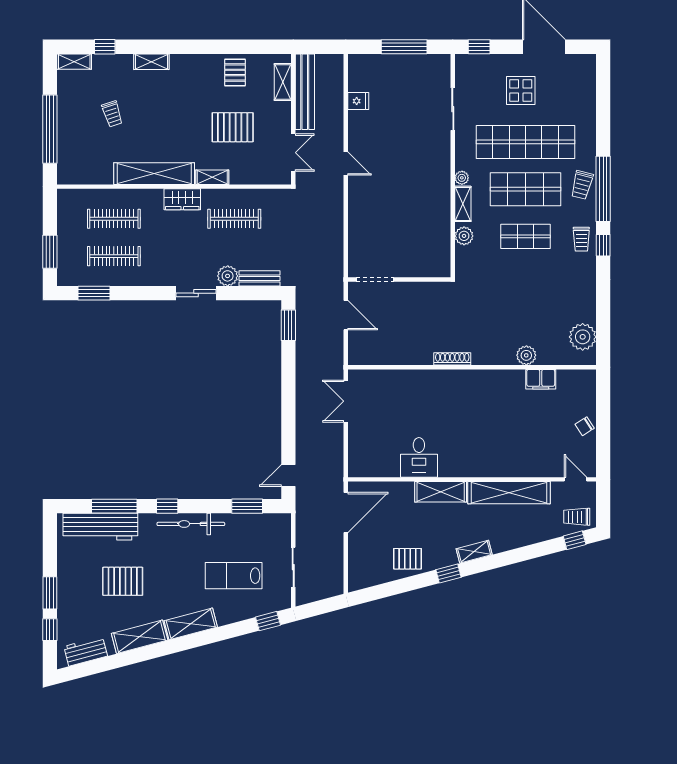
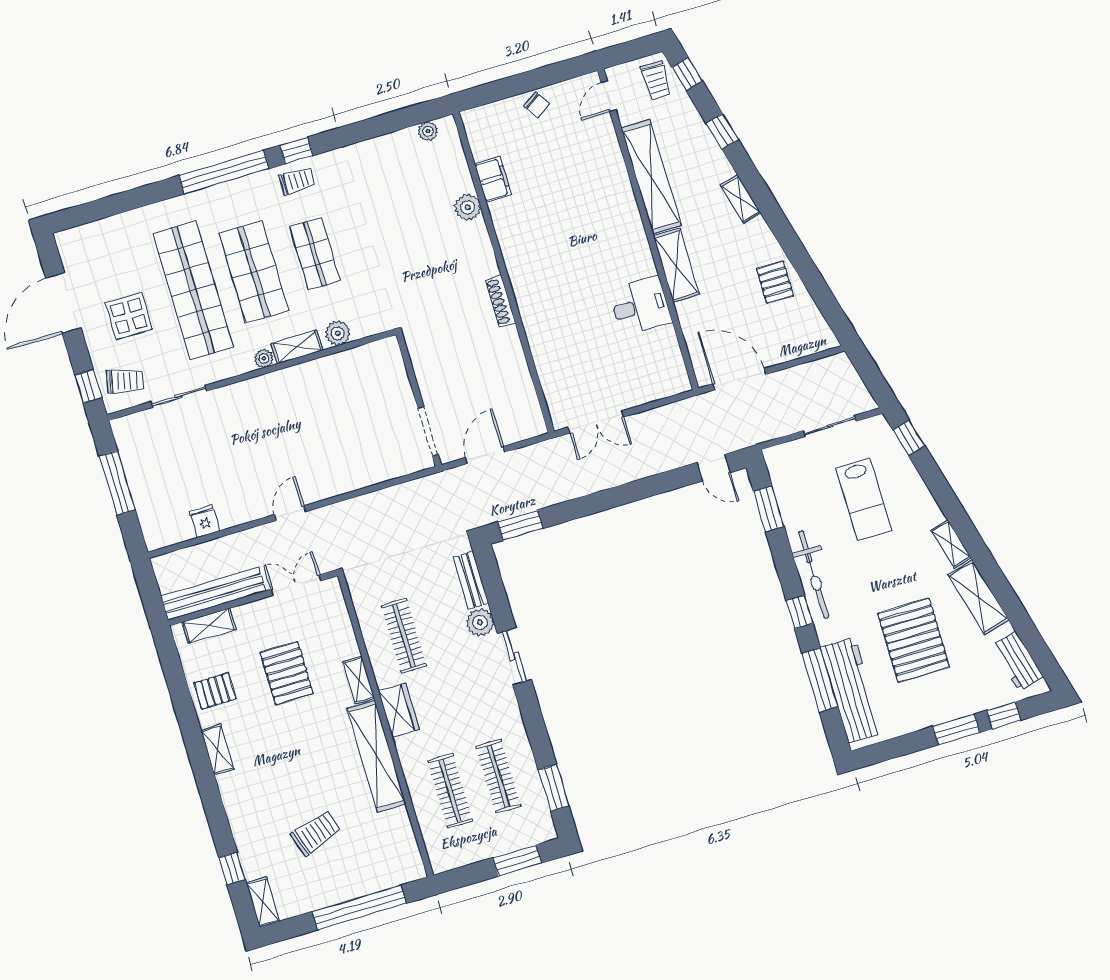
shelving: (151, 62) -> (217, 750), moved
trolley: (112, 114) -> (316, 833), width x1.36, depth x1.39
trolley: (582, 185) -> (125, 381), moved
plant: (583, 337) -> (428, 131), width x0.53, depth x0.53
window: (449, 573) -> (722, 131), moved
pallet: (123, 581) -> (914, 640), width x1.37, depth x1.41
shelving: (191, 624) -> (951, 544), width x0.67, depth x0.75

